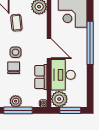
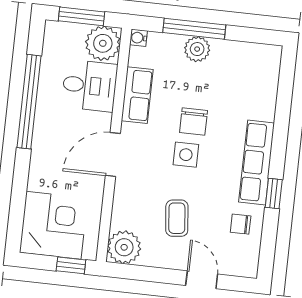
window: (90, 43) -> (29, 102), moved
door: (49, 49) -> (113, 154), hinge flipped
desk: (63, 75) -> (89, 86), width x0.73

